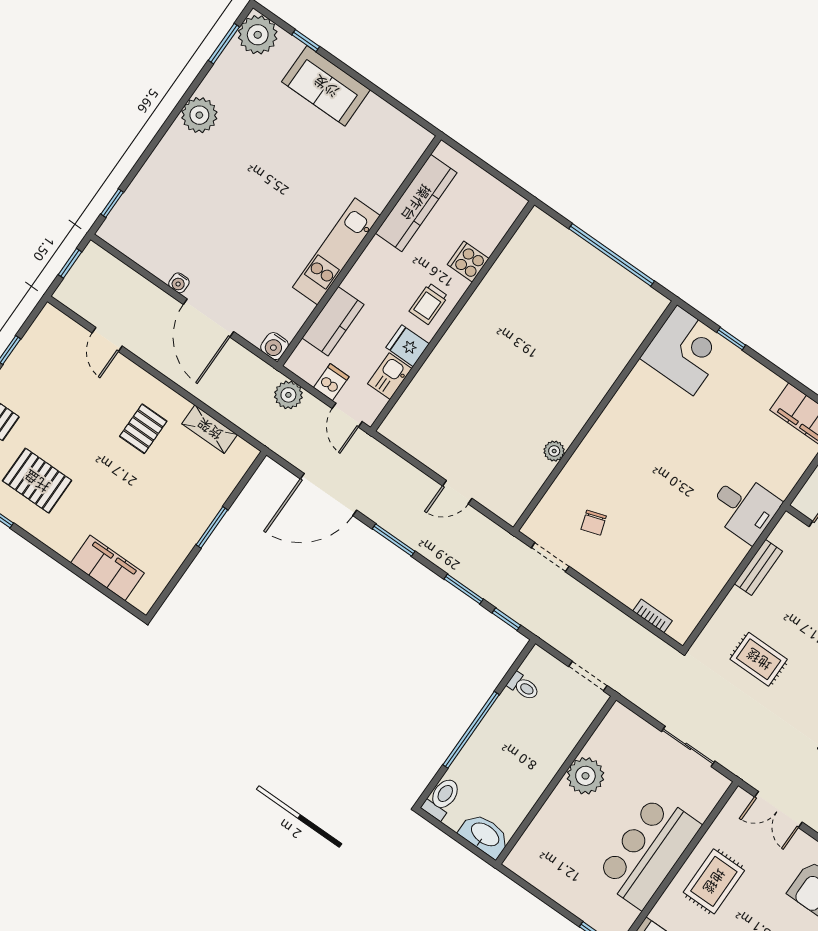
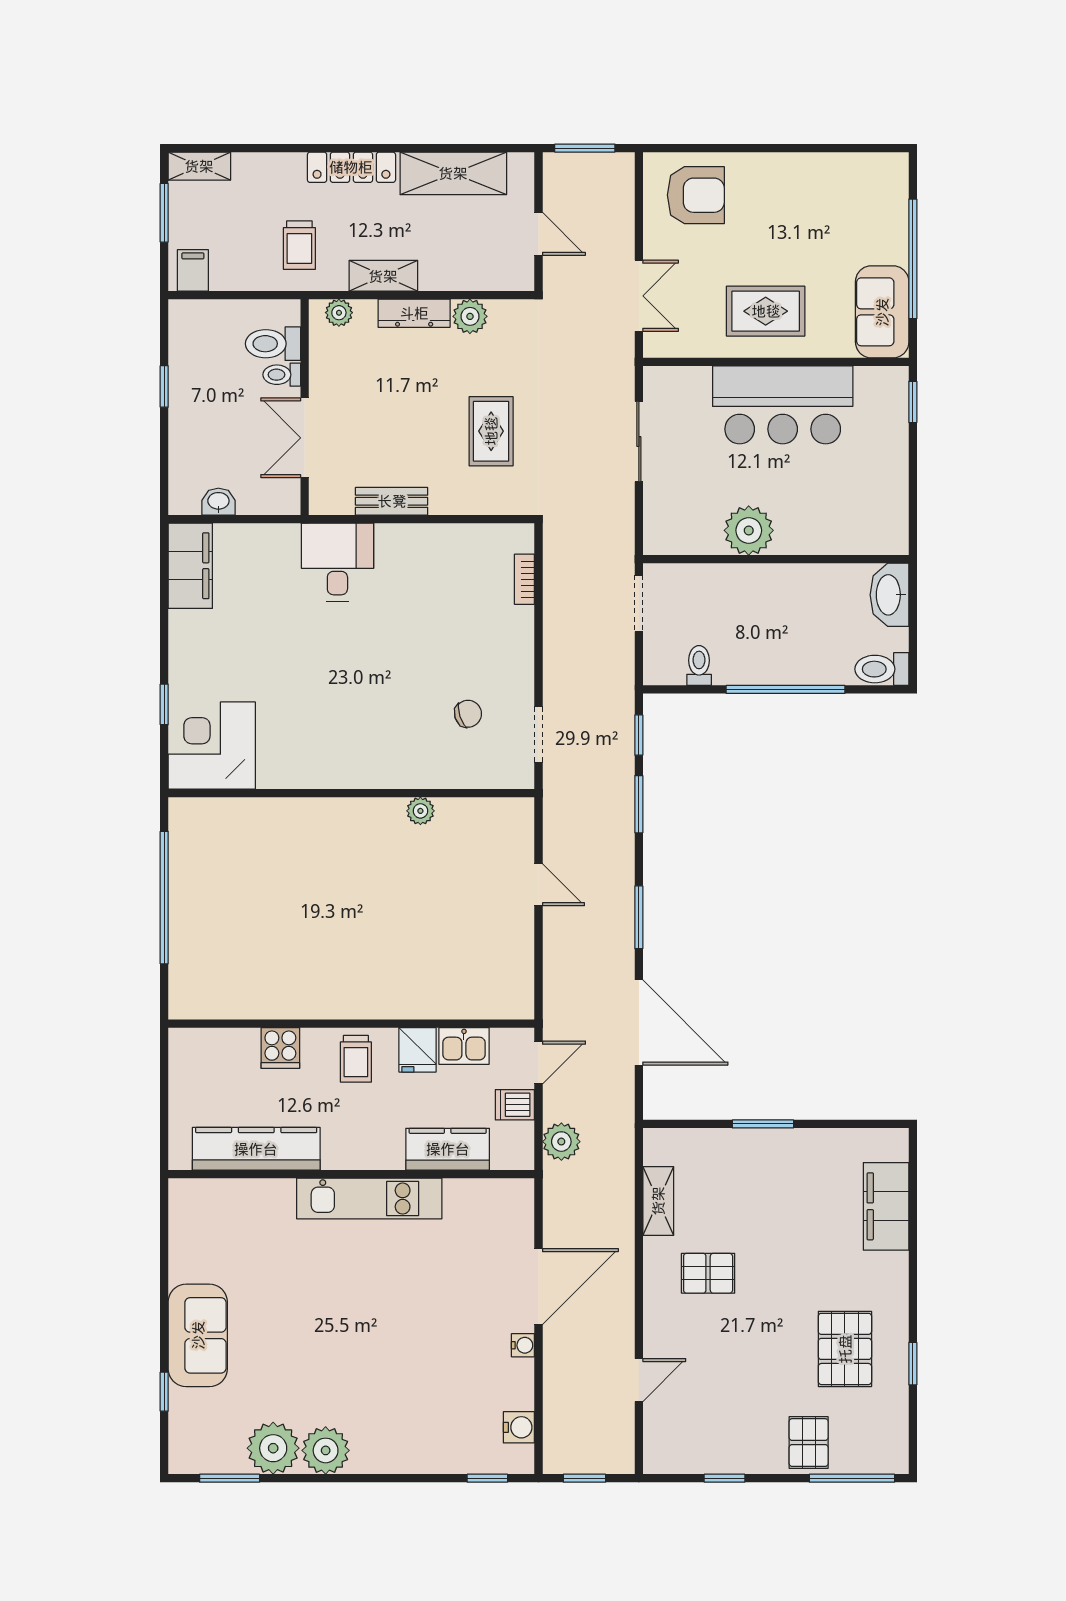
plant: (258, 35) -> (273, 1448), moved
trolley: (429, 304) -> (356, 1059), turned 90
water cooler: (275, 346) -> (519, 1427), moved

